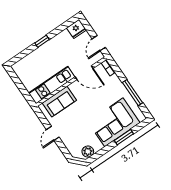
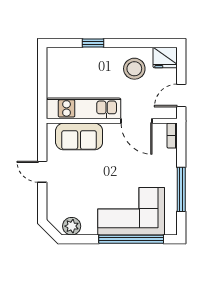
window: (42, 41) -> (93, 43), moved
stool: (64, 46) -> (134, 69), added
door: (53, 133) -> (42, 172), hinge flipped
window: (124, 137) -> (131, 239), width x2.11

